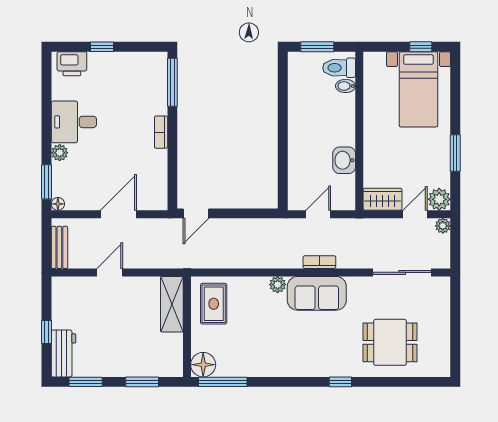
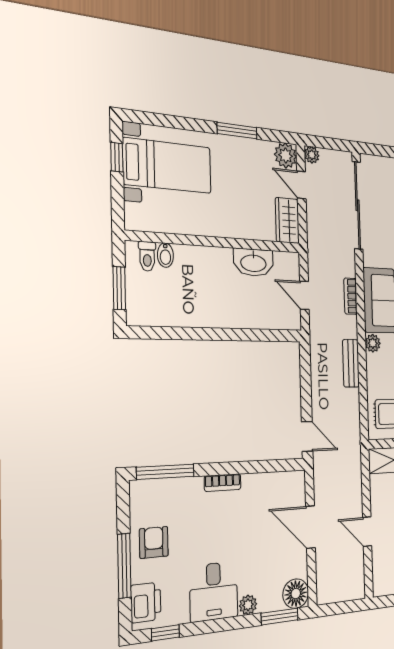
window: (102, 47) -> (124, 566), width x2.17
toilet: (339, 68) -> (147, 256), width x0.73, depth x0.72
armchair: (118, 71) -> (154, 542), added
window: (46, 80) -> (165, 633), added
washbasin: (344, 160) -> (253, 262), width x1.38
floor lamp: (58, 204) -> (296, 594), width x1.89, depth x1.89
bench: (59, 247) -> (351, 363), moved, turned 90
sliding door: (402, 272) -> (357, 205), width x1.36

